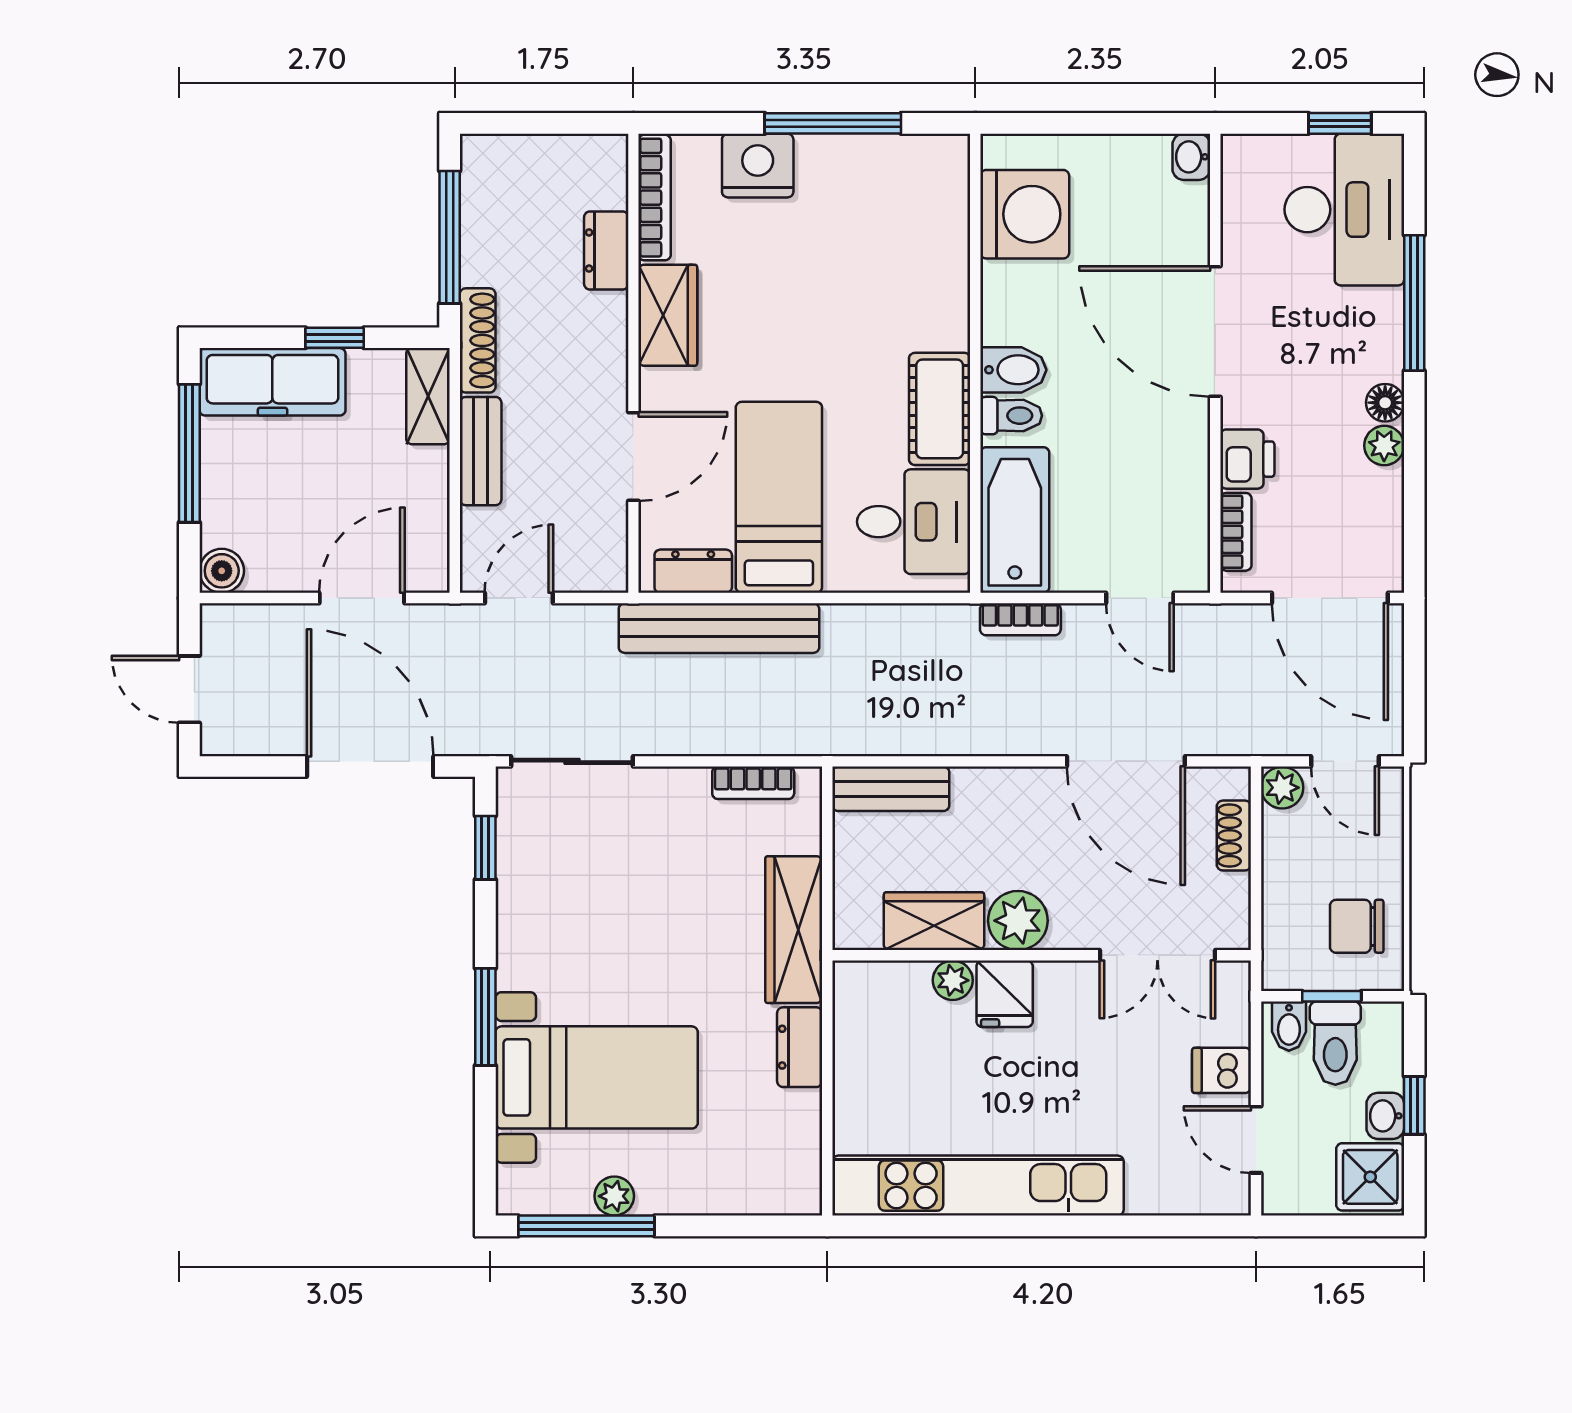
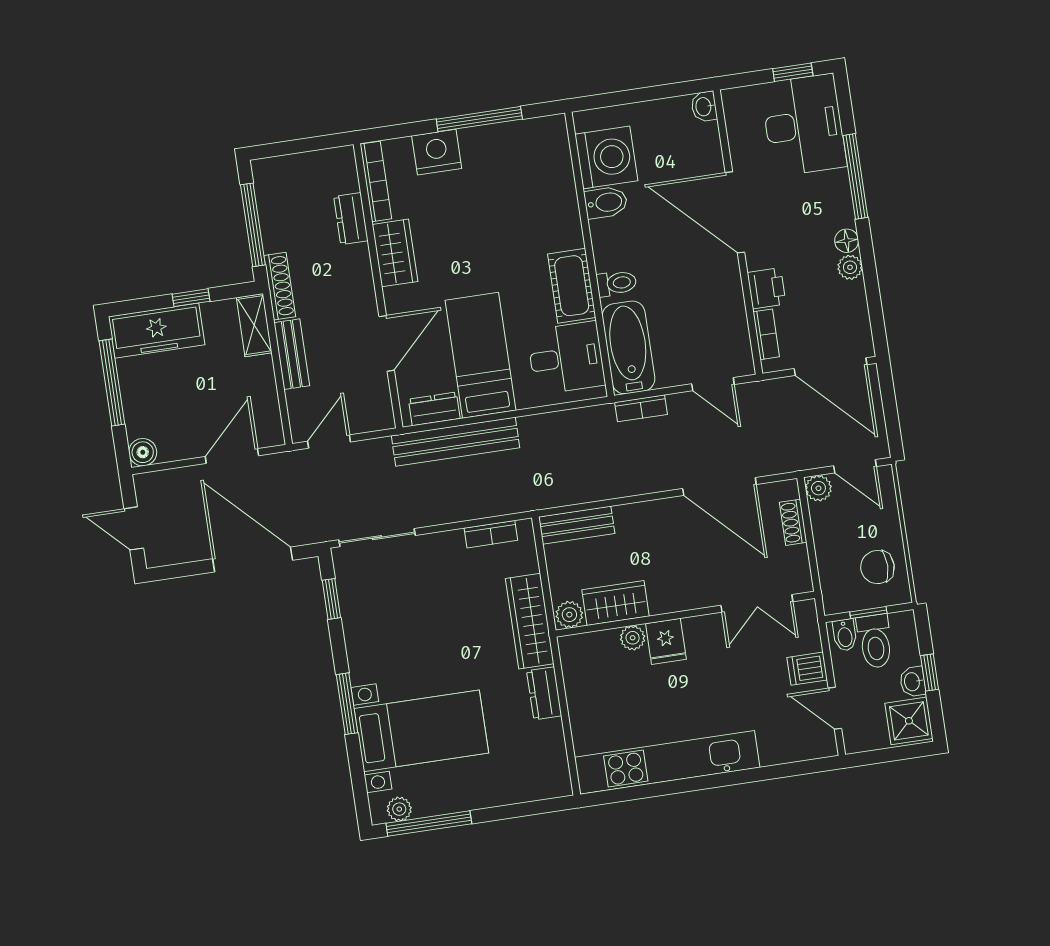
bidet: (1013, 370) -> (606, 203), moved
plant: (1018, 921) -> (569, 615), moved, width x0.73, depth x0.73
plant: (614, 1196) -> (399, 809), moved

